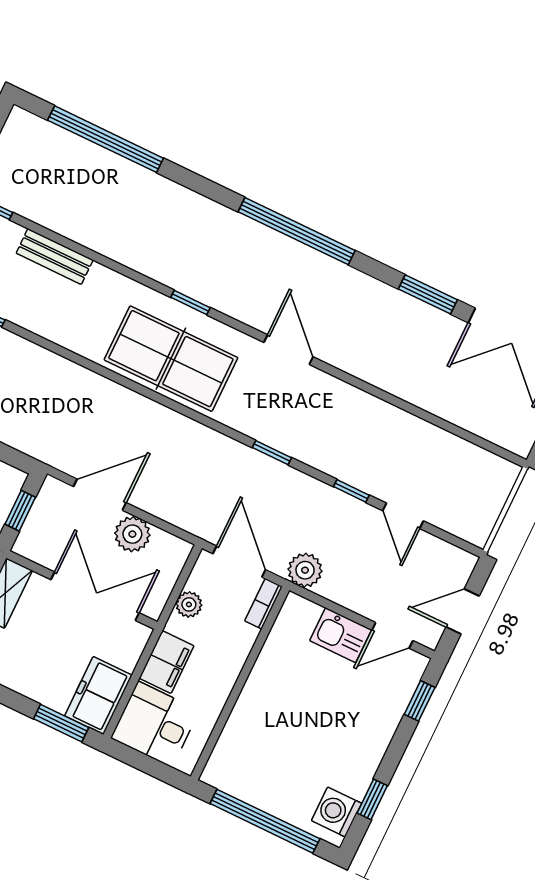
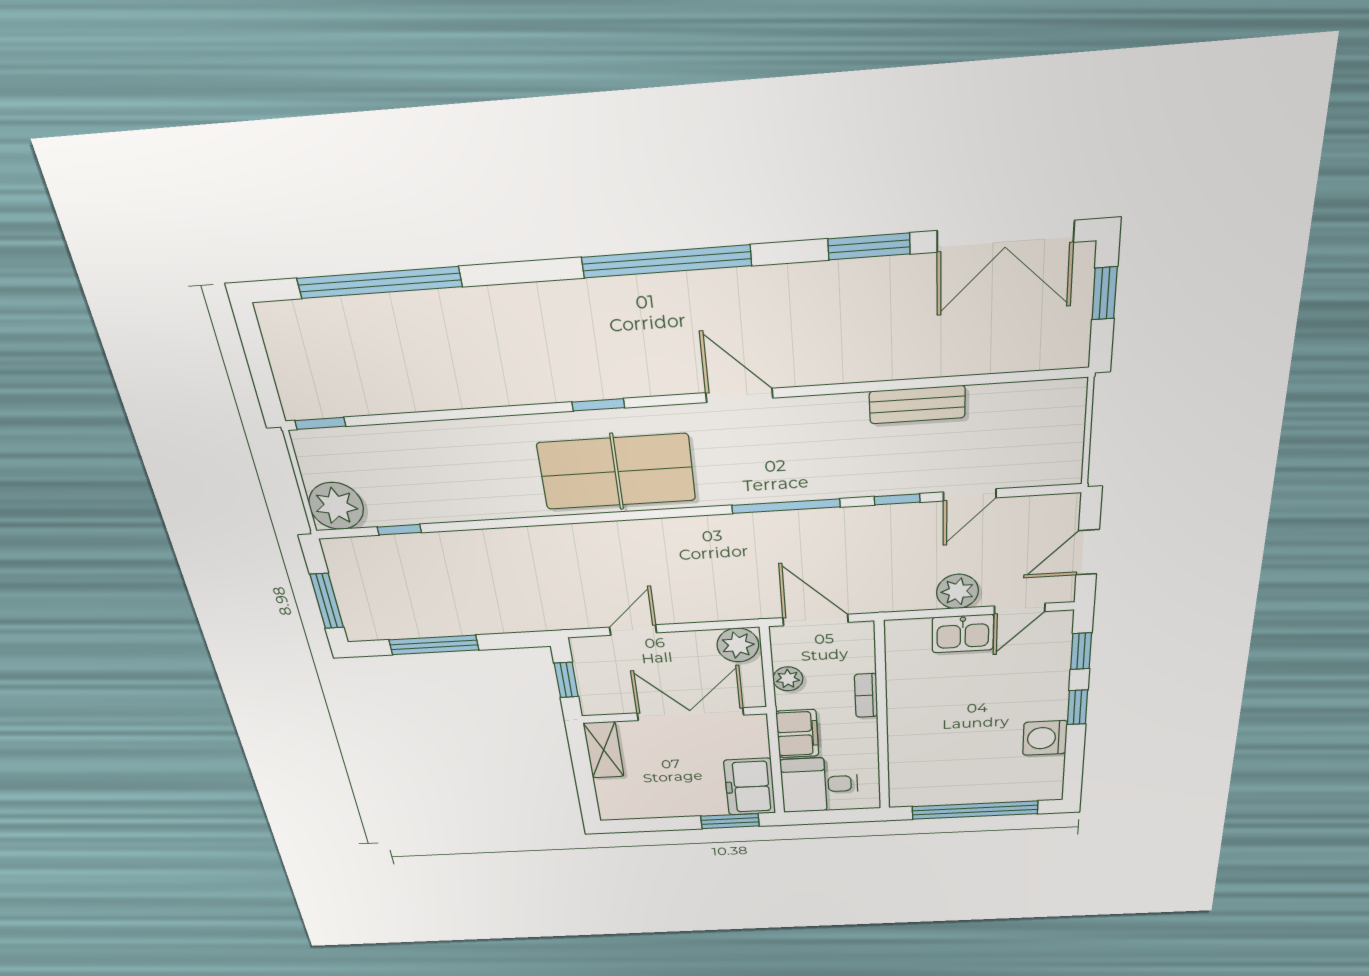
bench: (55, 257) -> (917, 405), moved
window: (272, 453) -> (786, 506), width x2.17
door: (100, 495) -> (633, 630), width x0.73
door: (403, 516) -> (970, 495), hinge flipped
plant: (132, 534) -> (738, 645), moved
plant: (305, 570) -> (958, 591), moved
bookcase: (263, 604) -> (866, 695), moved
window: (372, 799) -> (1077, 707), moved
washing machine: (337, 812) -> (1045, 738), moved

